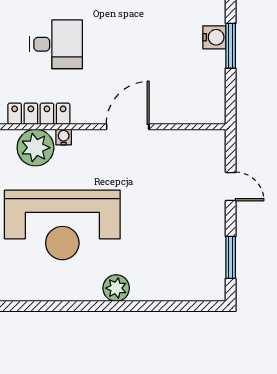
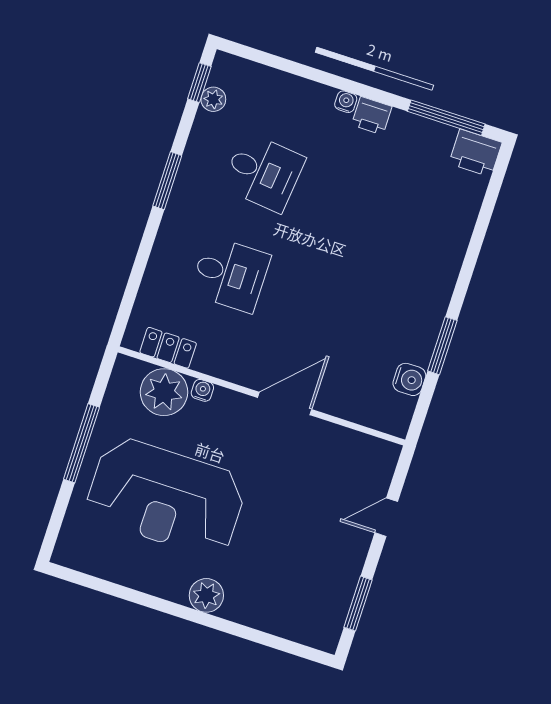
water cooler: (214, 37) -> (409, 379), moved
locker: (39, 114) -> (168, 348), width x0.66
door: (231, 186) -> (386, 517), swing flipped

